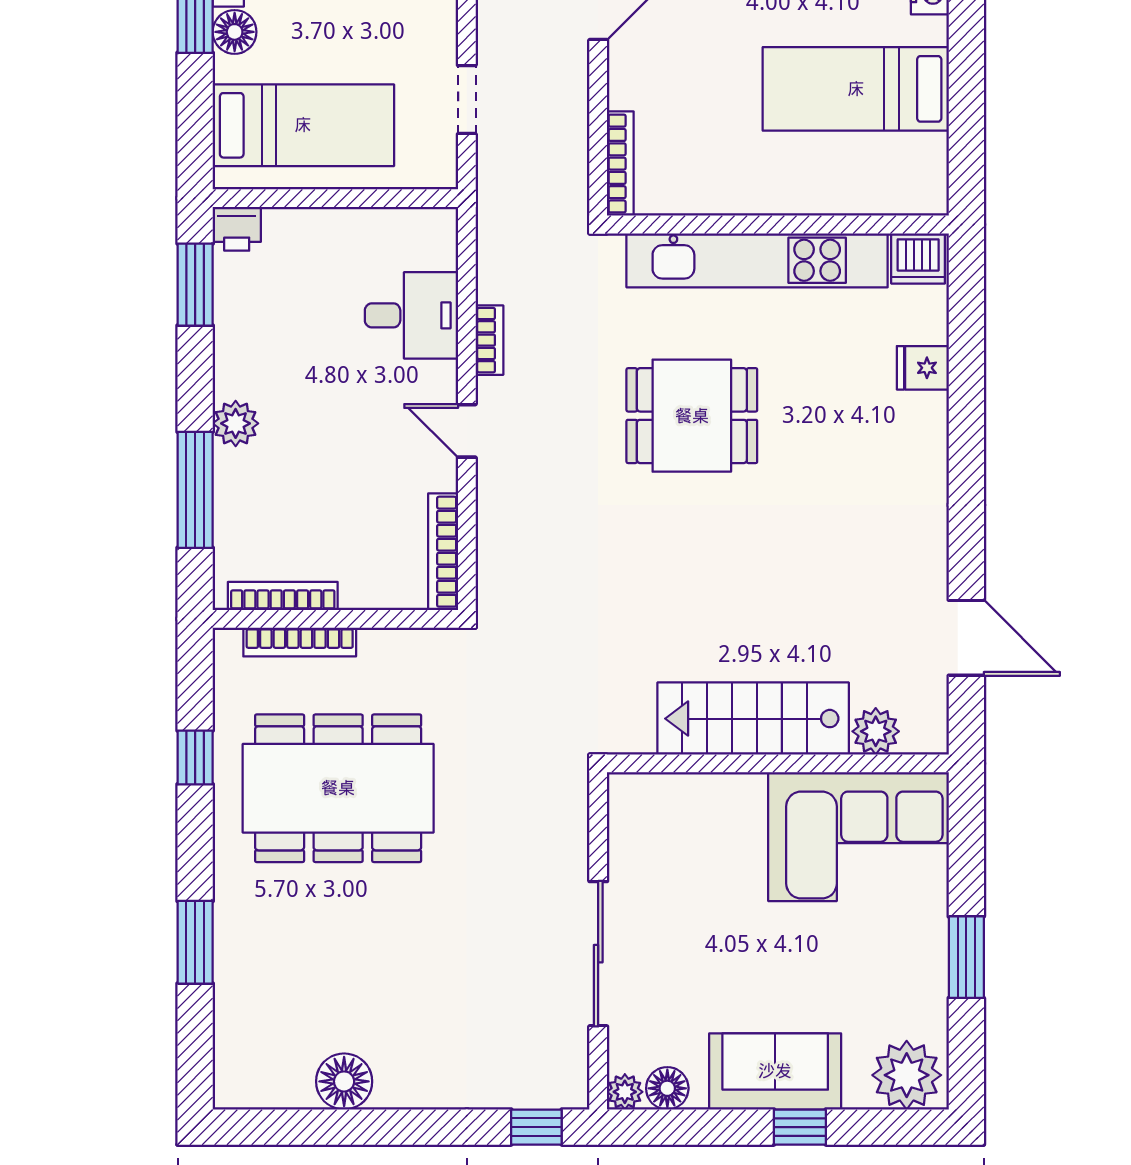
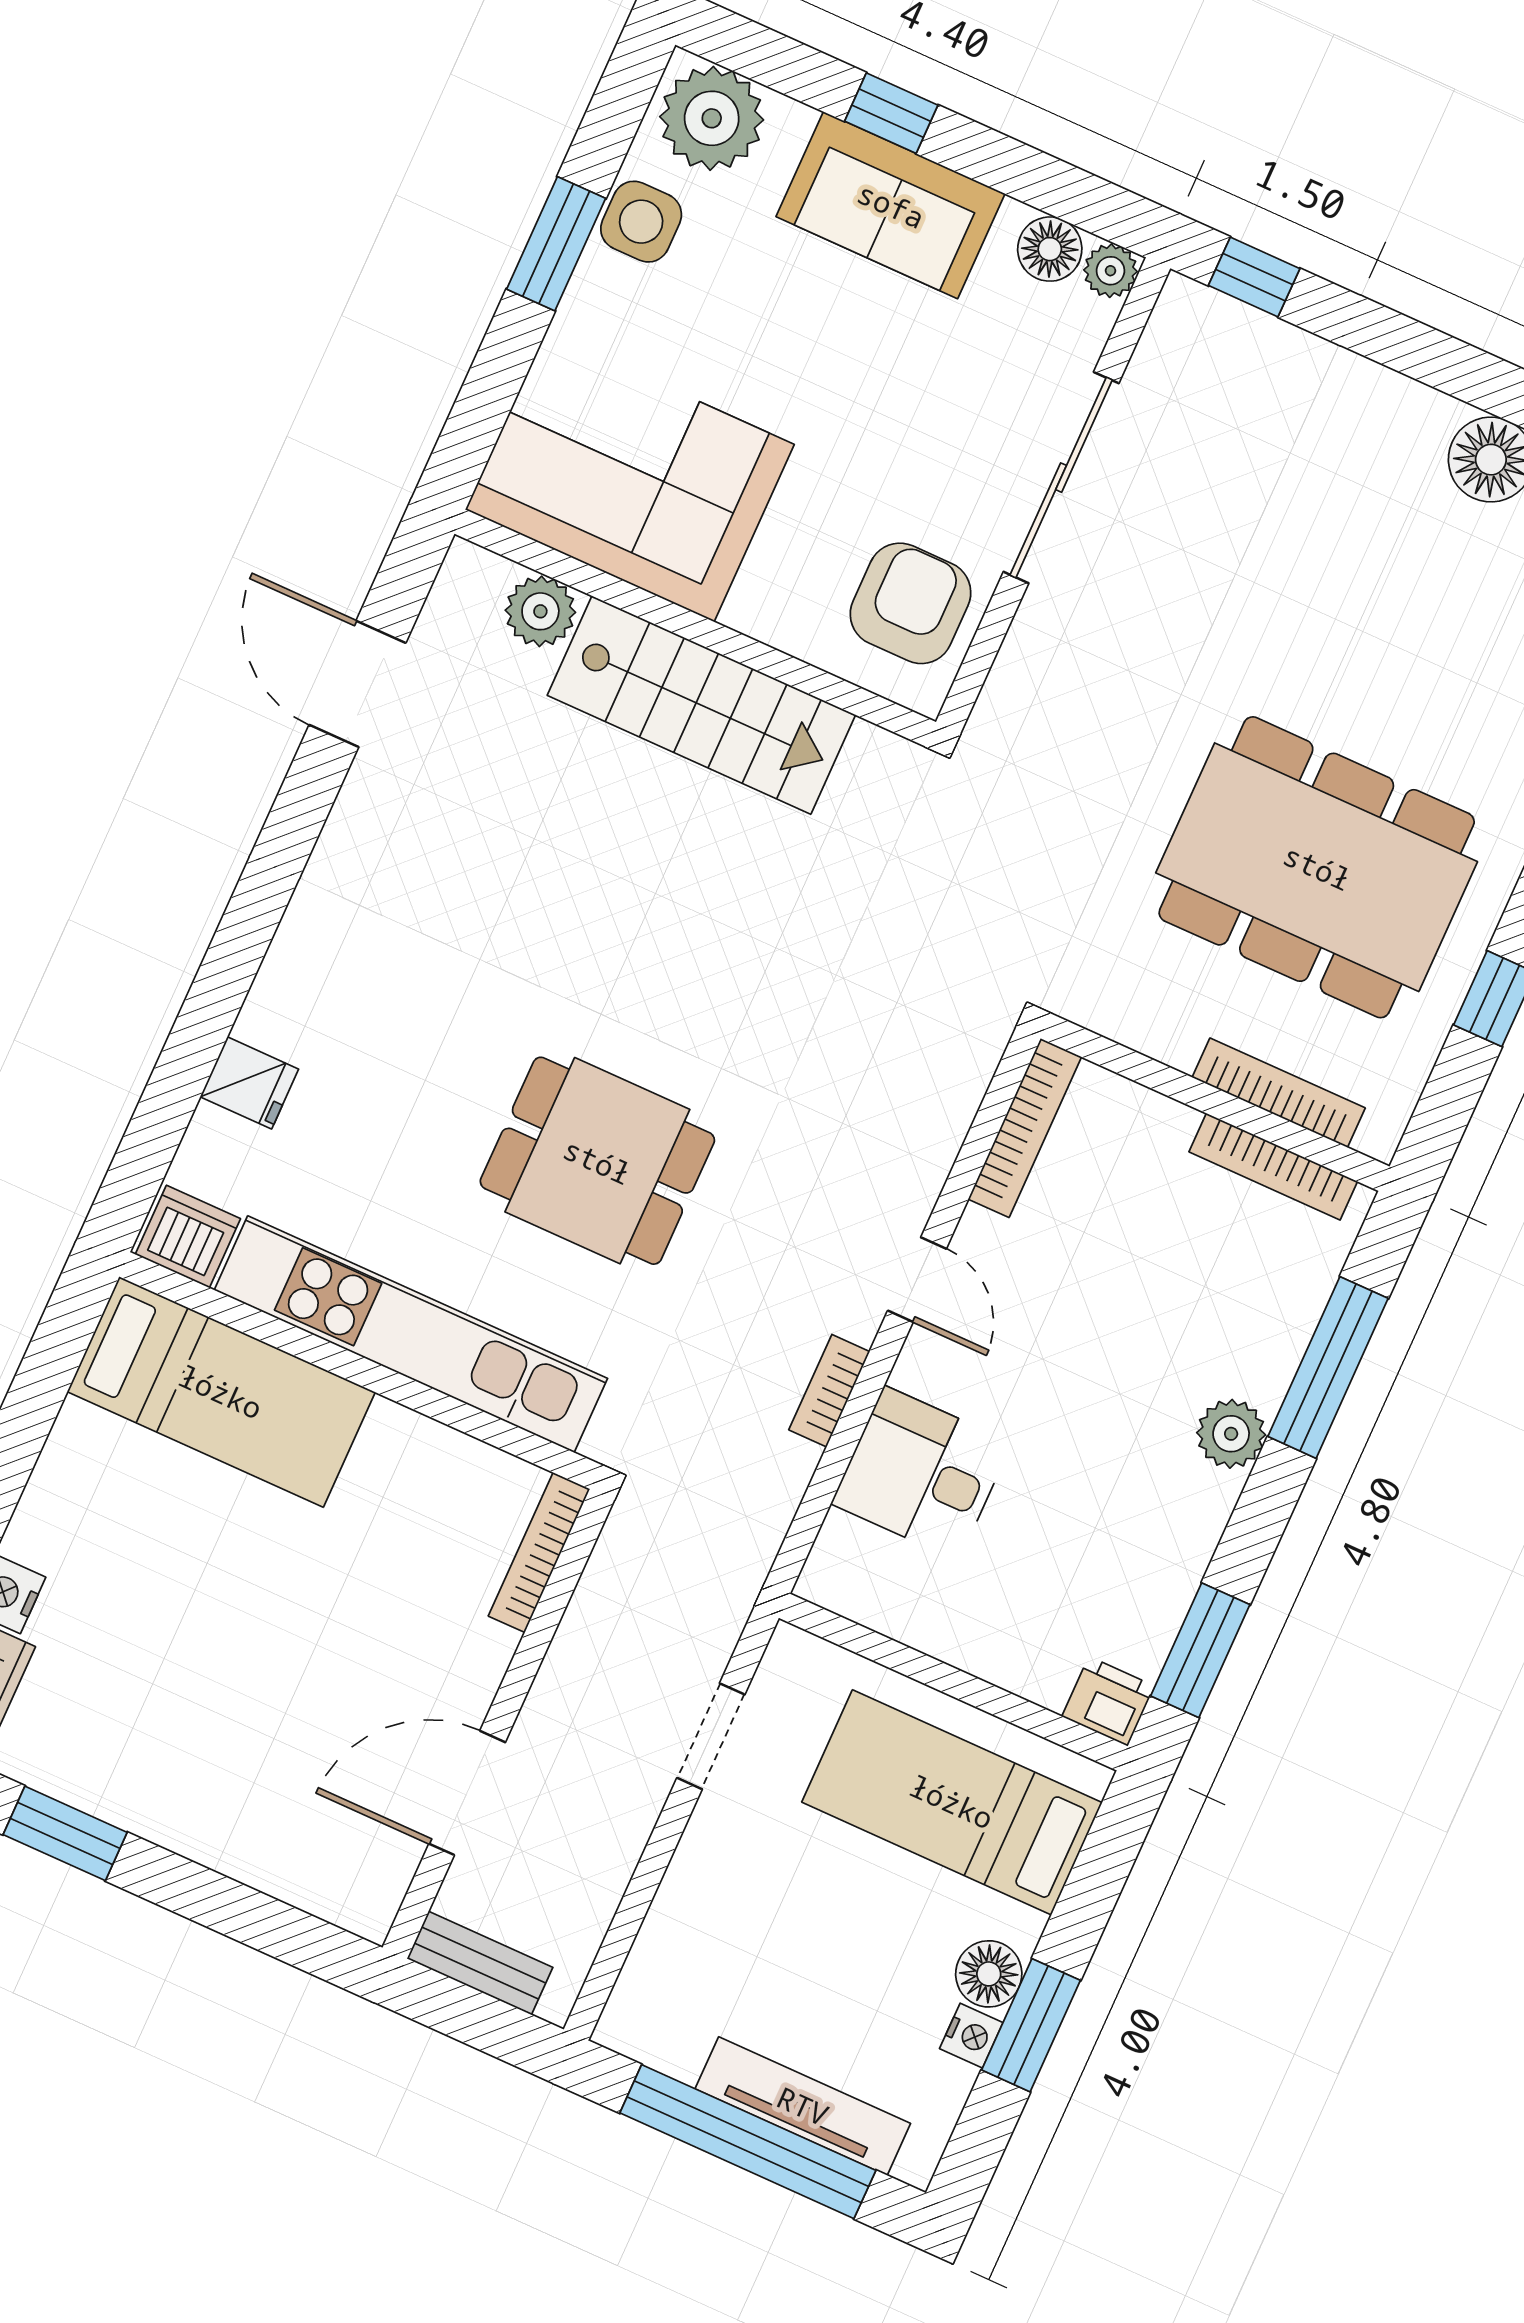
bed: (856, 89) -> (221, 1392), moved
armchair: (655, 837) -> (910, 603), added
side table: (921, 994) -> (641, 222), added

